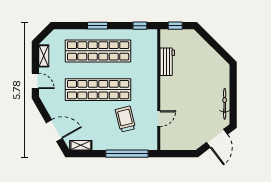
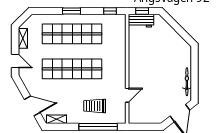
workbench: (167, 62) -> (141, 21), moved, turned 90
trolley: (125, 119) -> (95, 106), moved, turned -76

